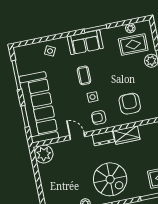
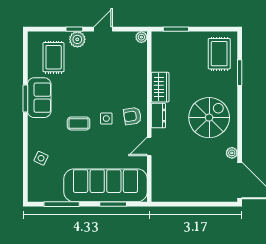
plant: (130, 28) -> (33, 57), removed
sofa: (85, 42) -> (39, 98), moved
armchair: (130, 104) -> (123, 76), removed
armchair: (99, 117) -> (132, 116), turned 82
plant: (44, 154) -> (163, 191), removed

